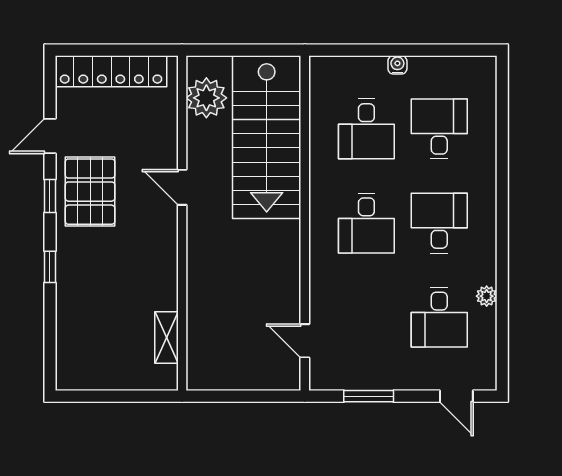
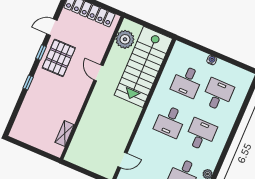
door: (305, 341) -> (123, 160), swing flipped

